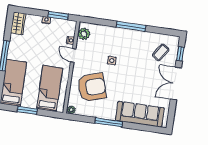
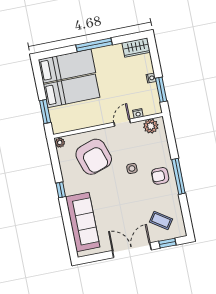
armchair: (126, 40) -> (160, 176), added
bed: (50, 89) -> (71, 91), moved
window: (27, 110) -> (45, 111), moved
window: (109, 122) -> (61, 190), width x0.46

